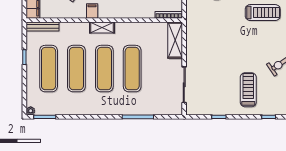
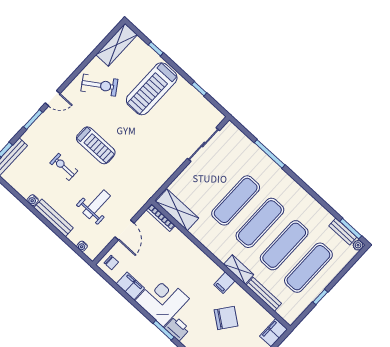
treadmill: (263, 13) -> (96, 145), moved, turned 180
bench: (43, 26) -> (264, 294), moved
shelving: (102, 27) -> (239, 269), moved
shelving: (175, 40) -> (177, 210), moved, turned 90
treadmill: (248, 90) -> (152, 89), width x1.37, depth x1.38
bench: (48, 111) -> (343, 232), added

